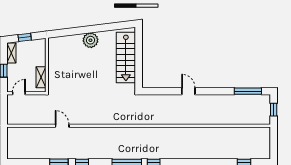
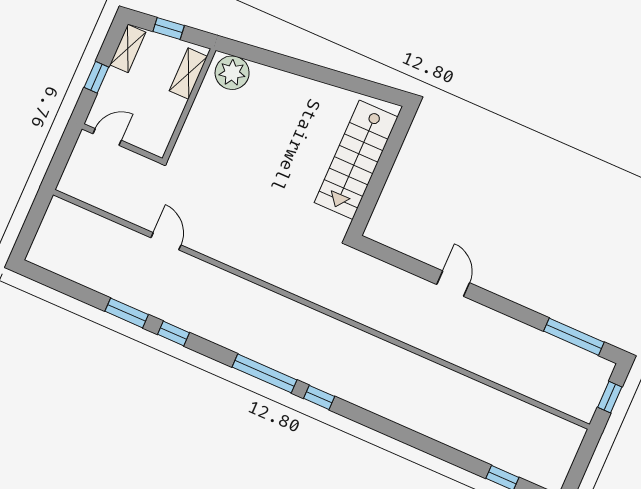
plant: (90, 40) -> (232, 73), moved
shelving: (41, 77) -> (188, 74), moved

